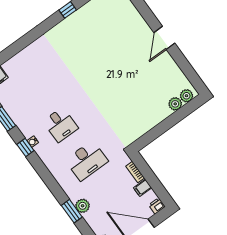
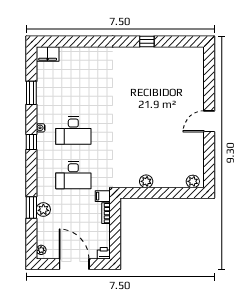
plant: (175, 104) -> (146, 181), moved
desk: (60, 125) -> (73, 131), width x1.37
window: (25, 147) -> (31, 142), moved
filing cabinet: (143, 188) -> (103, 196), moved

